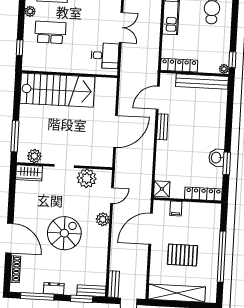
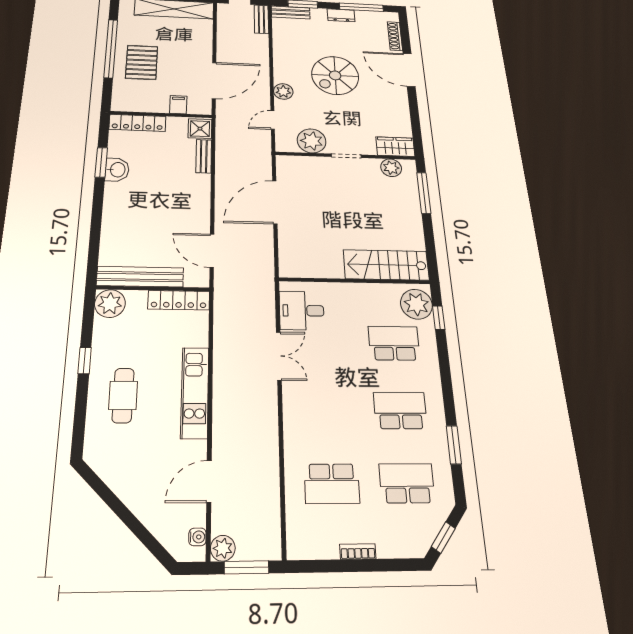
plant: (30, 11) -> (416, 304), moved, width x1.88, depth x1.88
double door: (121, 27) -> (279, 356), swing flipped
school desk: (50, 32) -> (394, 343), turned 180
window: (232, 60) -> (85, 361), moved
plant: (224, 69) -> (110, 304), width x1.87, depth x1.87
stairs: (57, 90) -> (386, 265), width x0.73, depth x0.66
door: (158, 98) -> (212, 251), swing flipped
bench: (162, 127) -> (204, 156), moved
pallet: (182, 255) -> (142, 62), moved, turned 90

